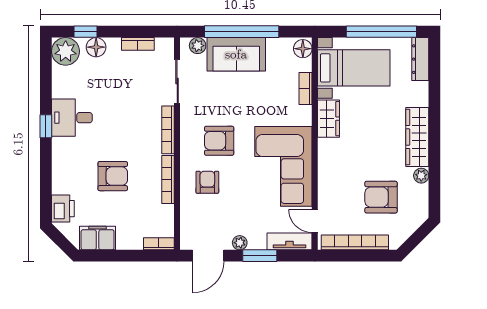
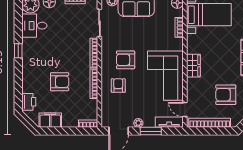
desk: (72, 118) -> (34, 26), moved
wardrobe: (329, 119) -> (193, 66), moved

